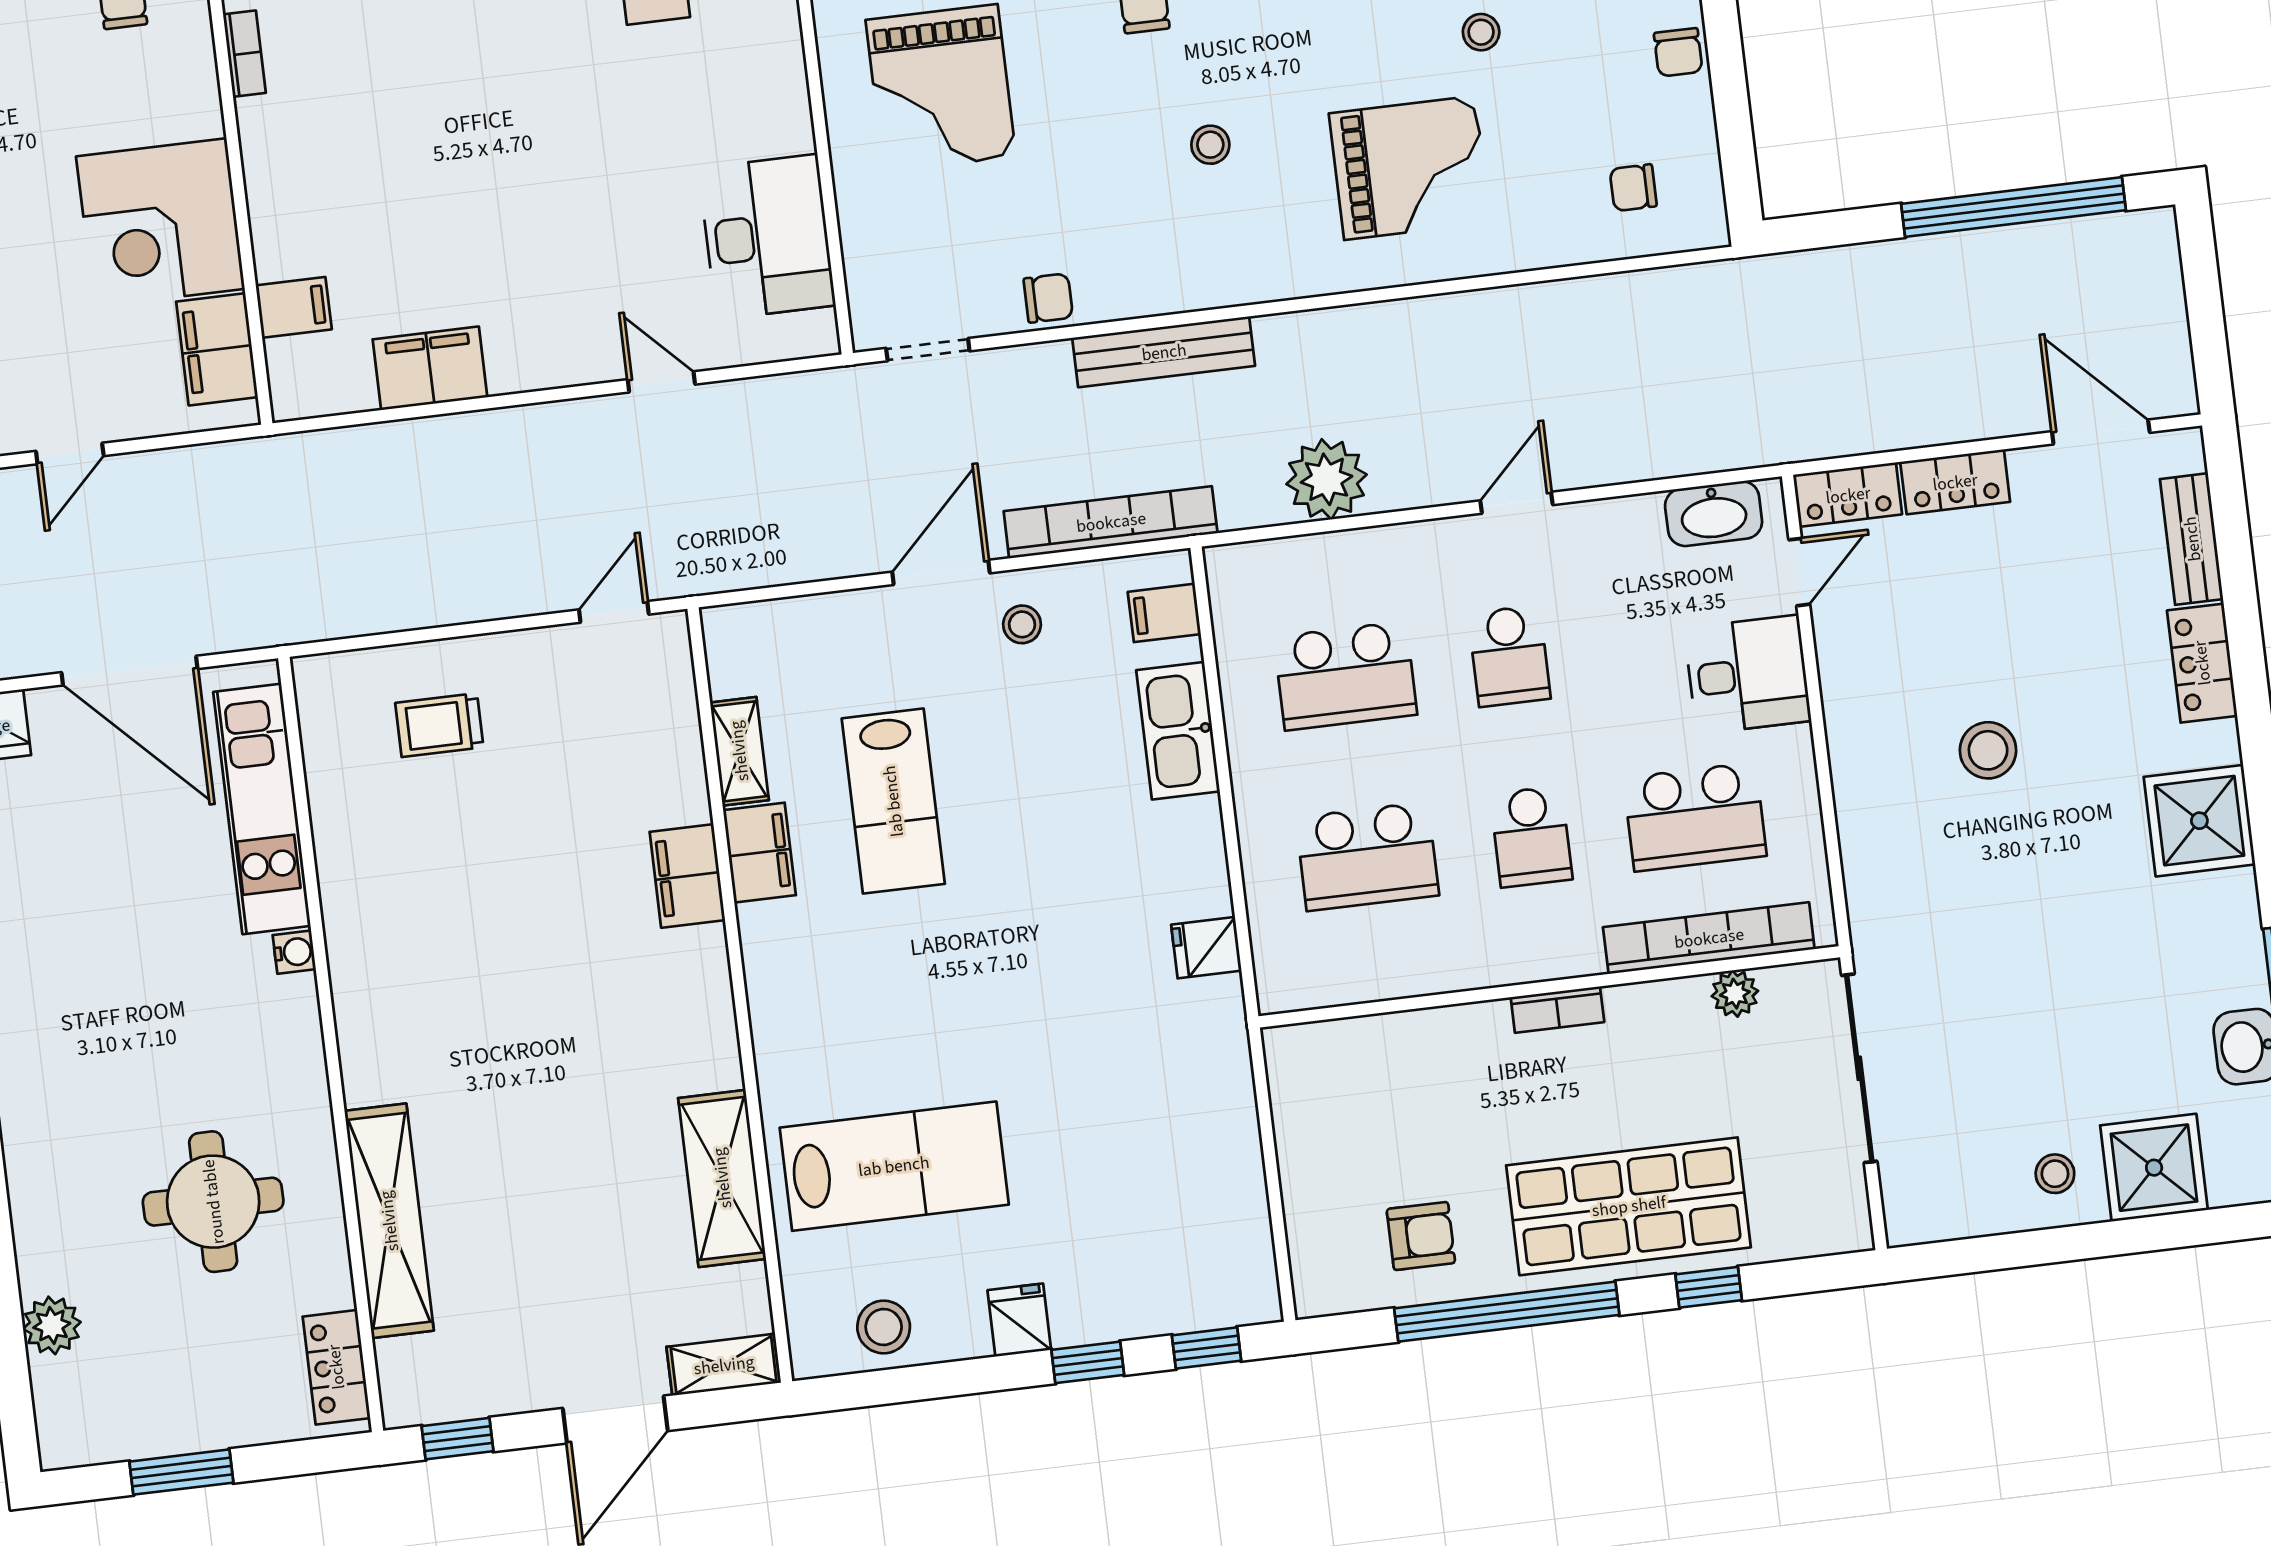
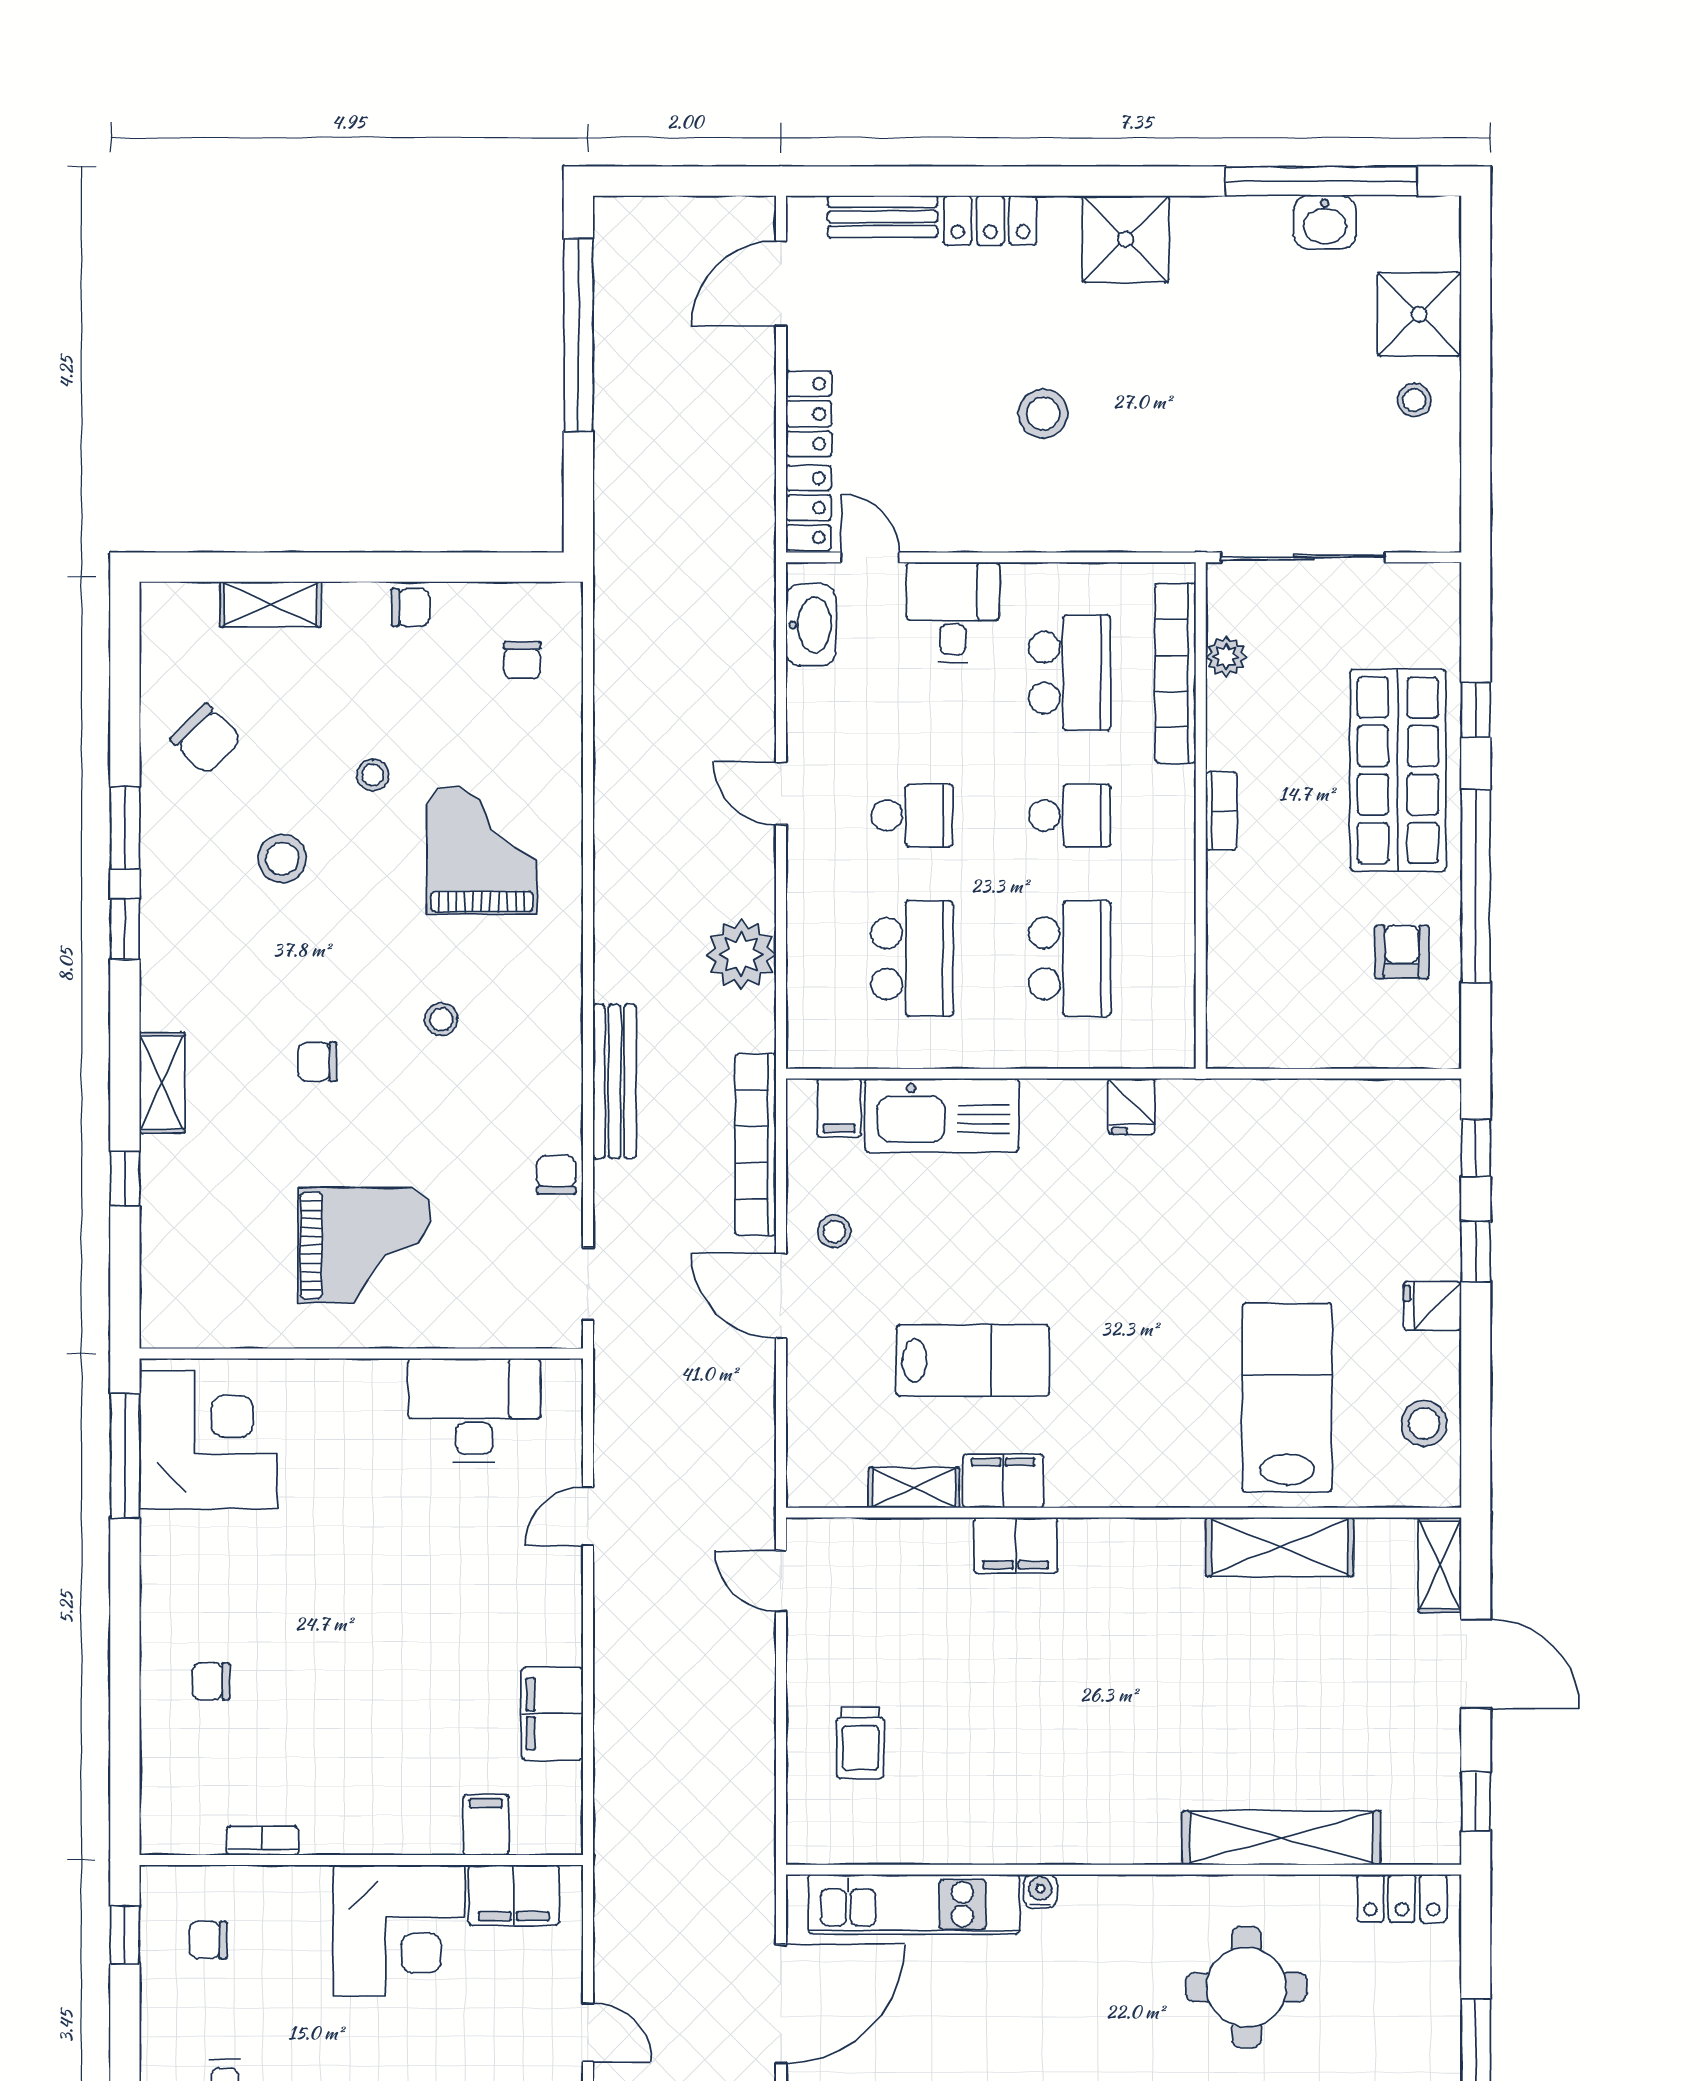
kitchen sink: (1178, 731) -> (942, 1115), width x1.36, depth x1.24

